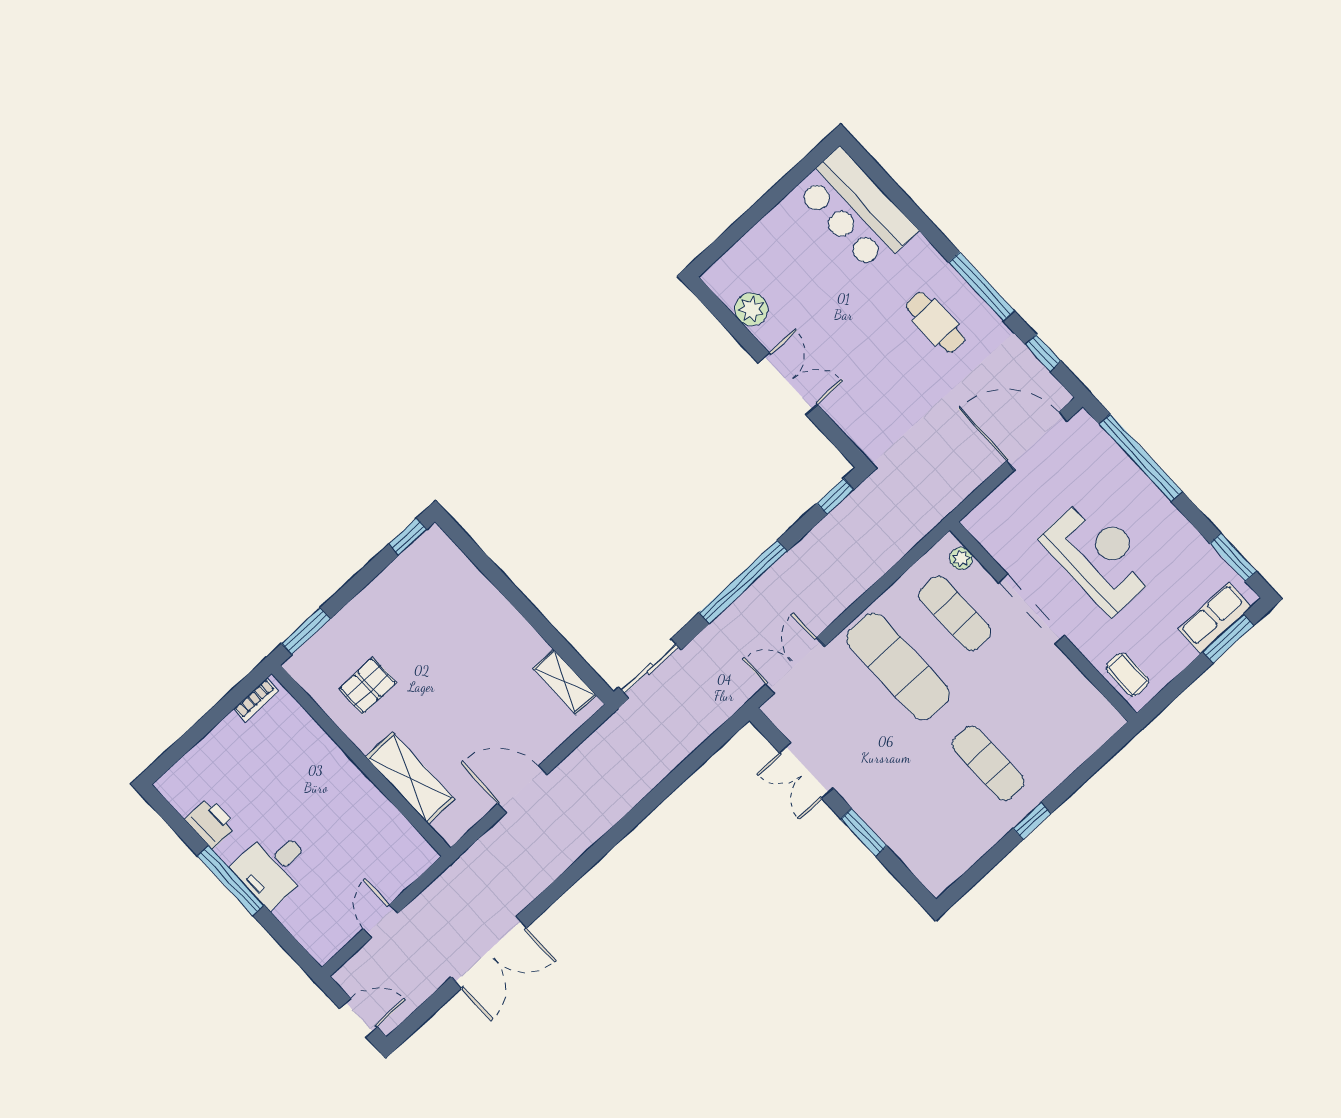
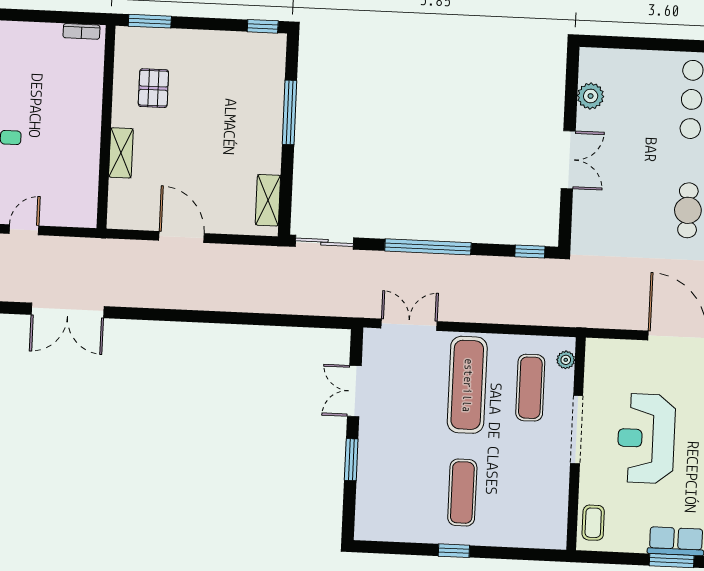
reception desk: (1099, 556) -> (646, 438), turned 180
window: (506, 587) -> (290, 112), added
pallet: (368, 686) -> (153, 88), turned 90
shelving: (410, 778) -> (121, 153), width x0.67, depth x0.75

